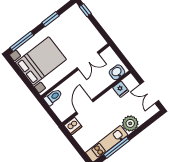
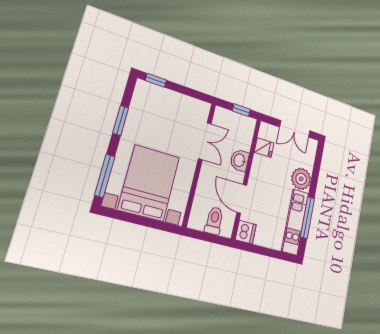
window: (123, 59) -> (241, 110), added
washbasin: (117, 72) -> (240, 160), moved
toilet: (53, 97) -> (214, 221), moved

